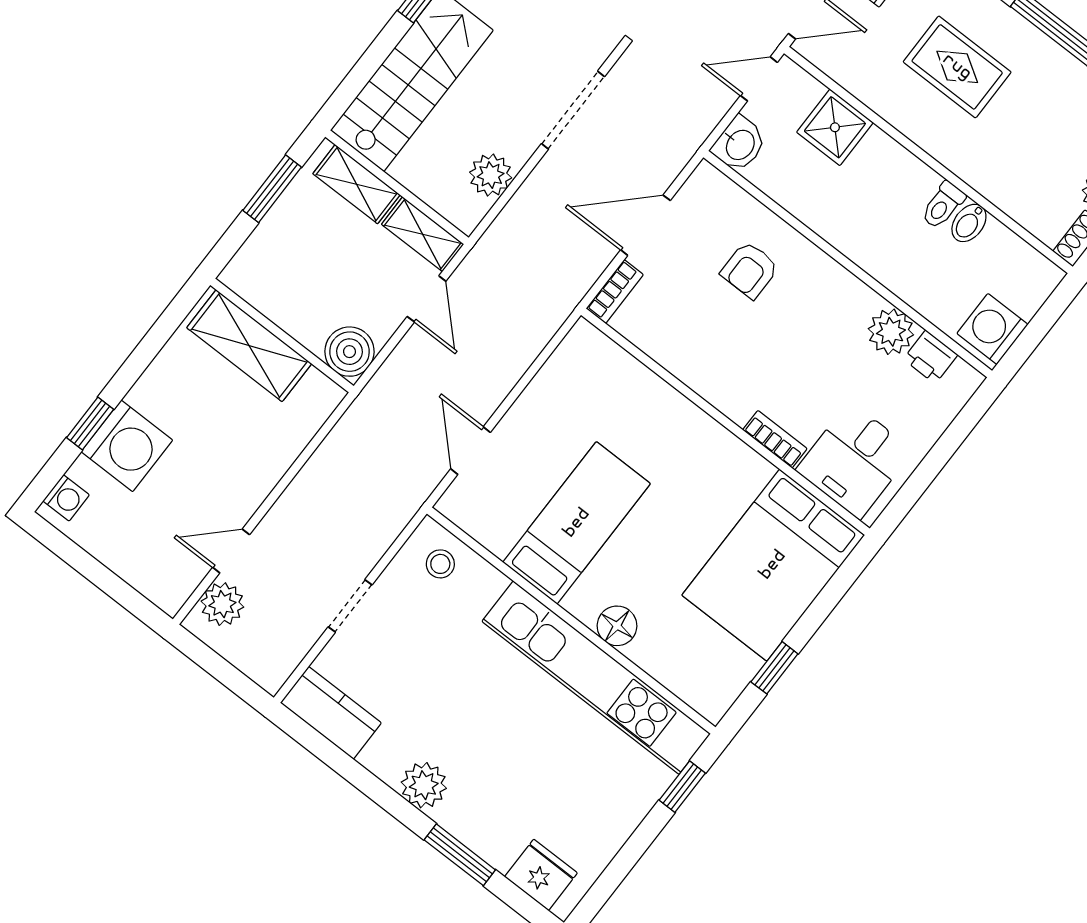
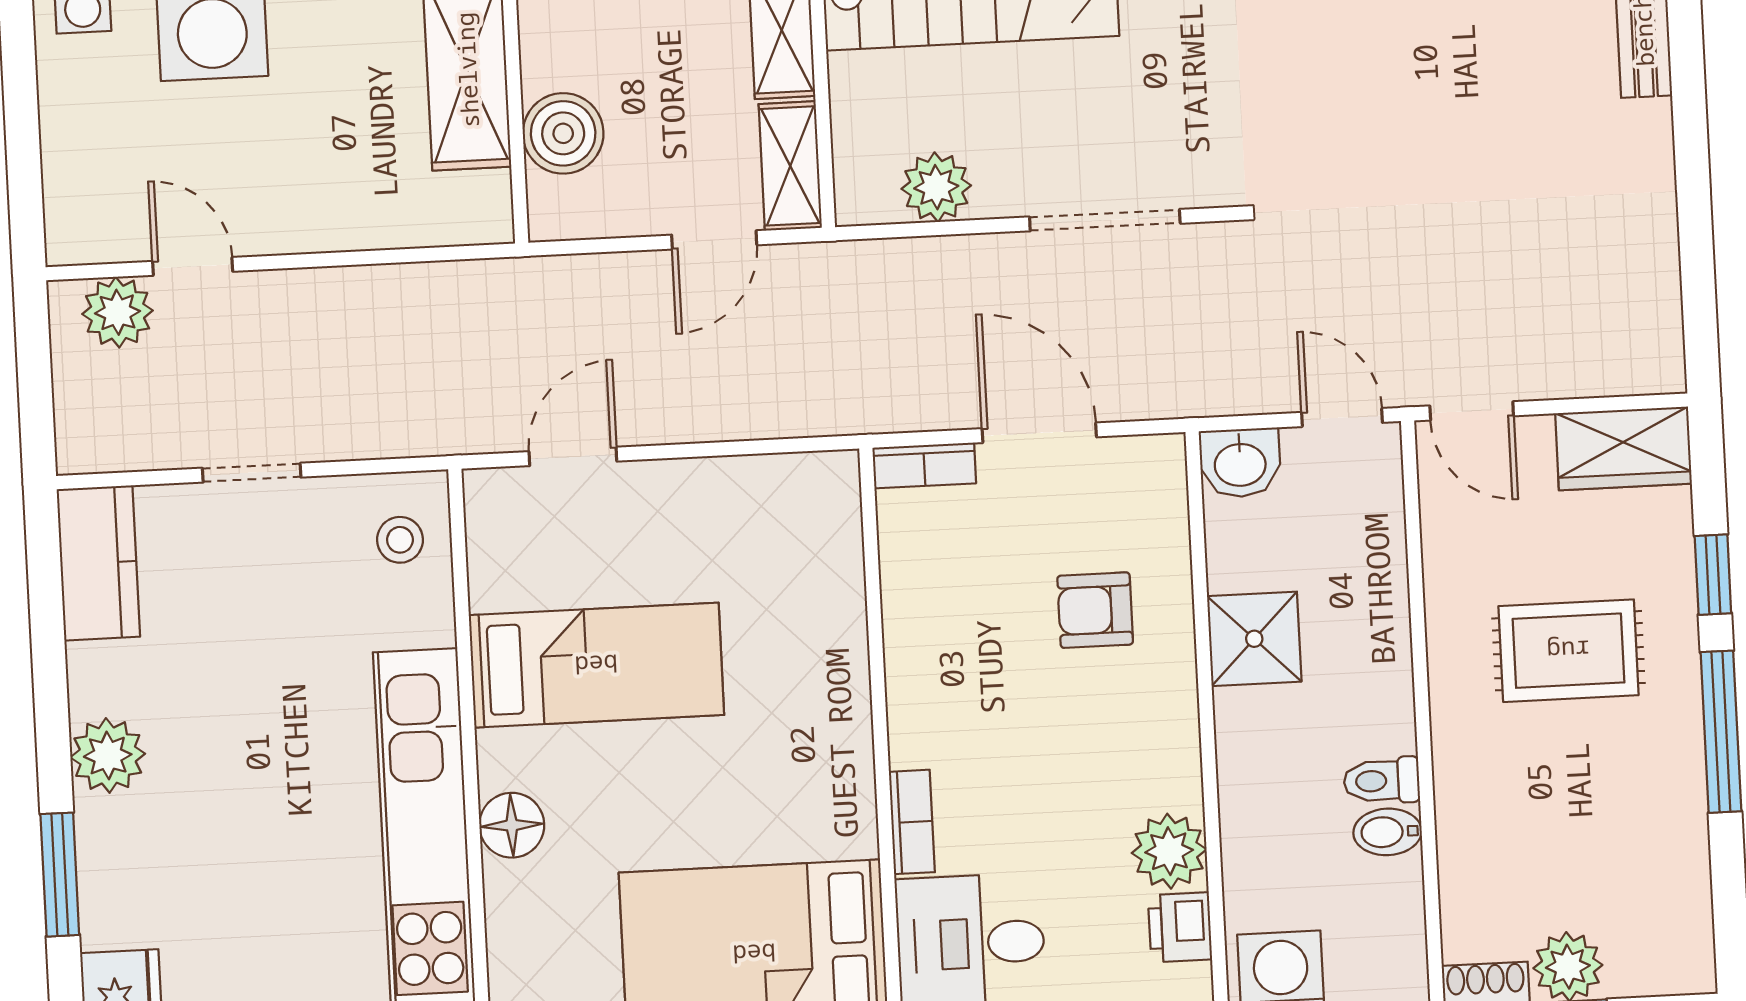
rug: (957, 67) -> (1568, 651), turned 90
shower: (835, 127) -> (1254, 639), moved
boiler: (350, 352) -> (563, 133), moved

